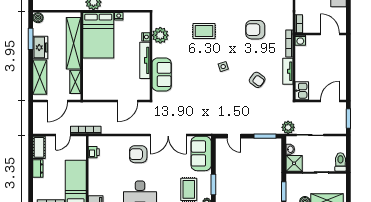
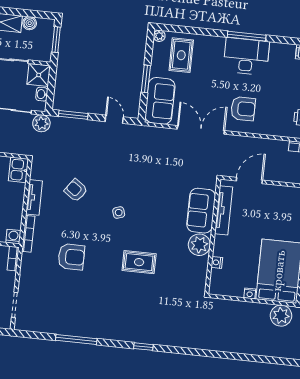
plant: (160, 35) -> (199, 245), moved
tv unit: (145, 60) -> (224, 210), moved
window: (213, 184) -> (146, 79), moved

